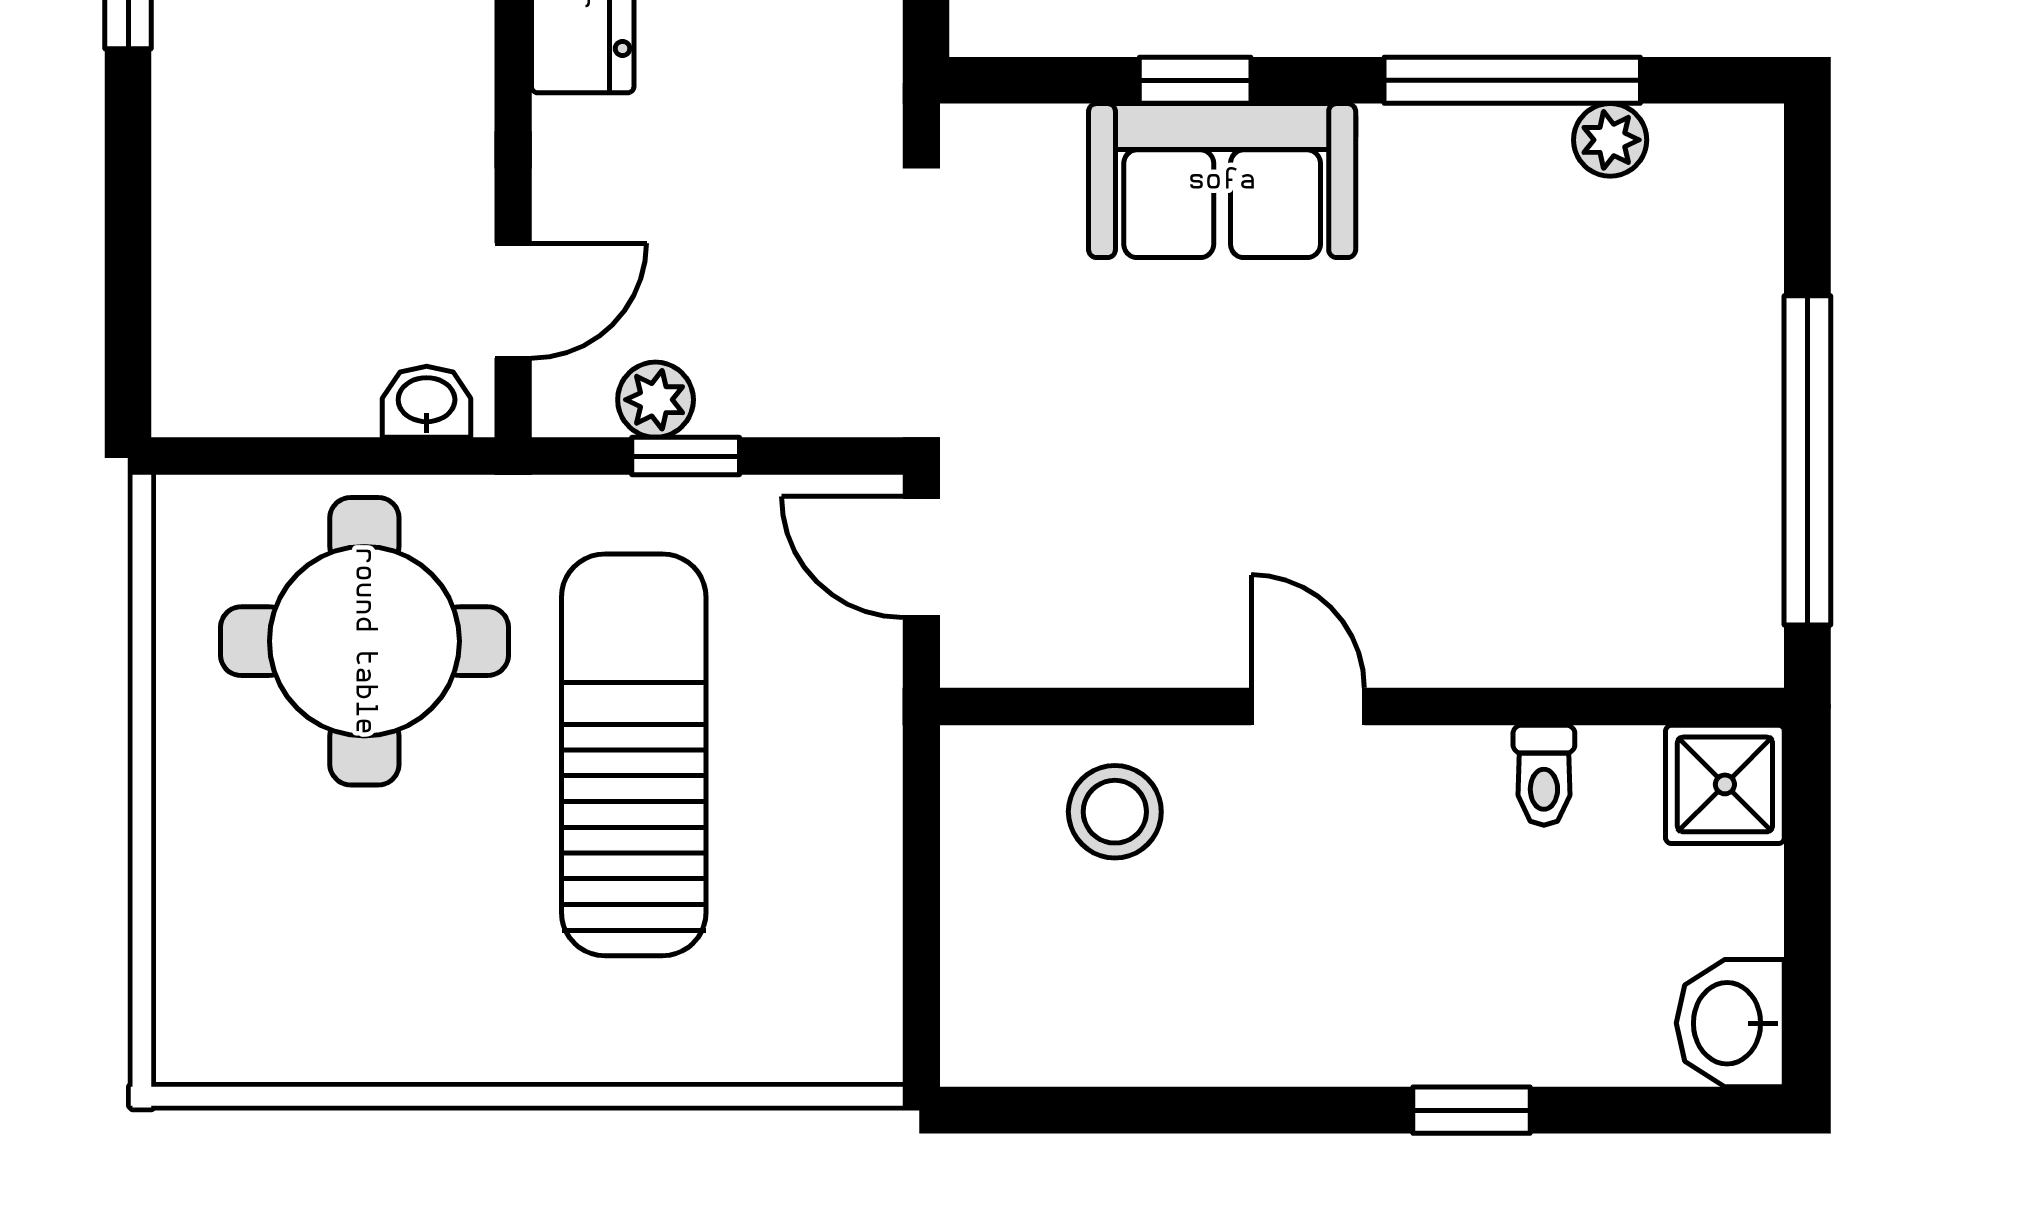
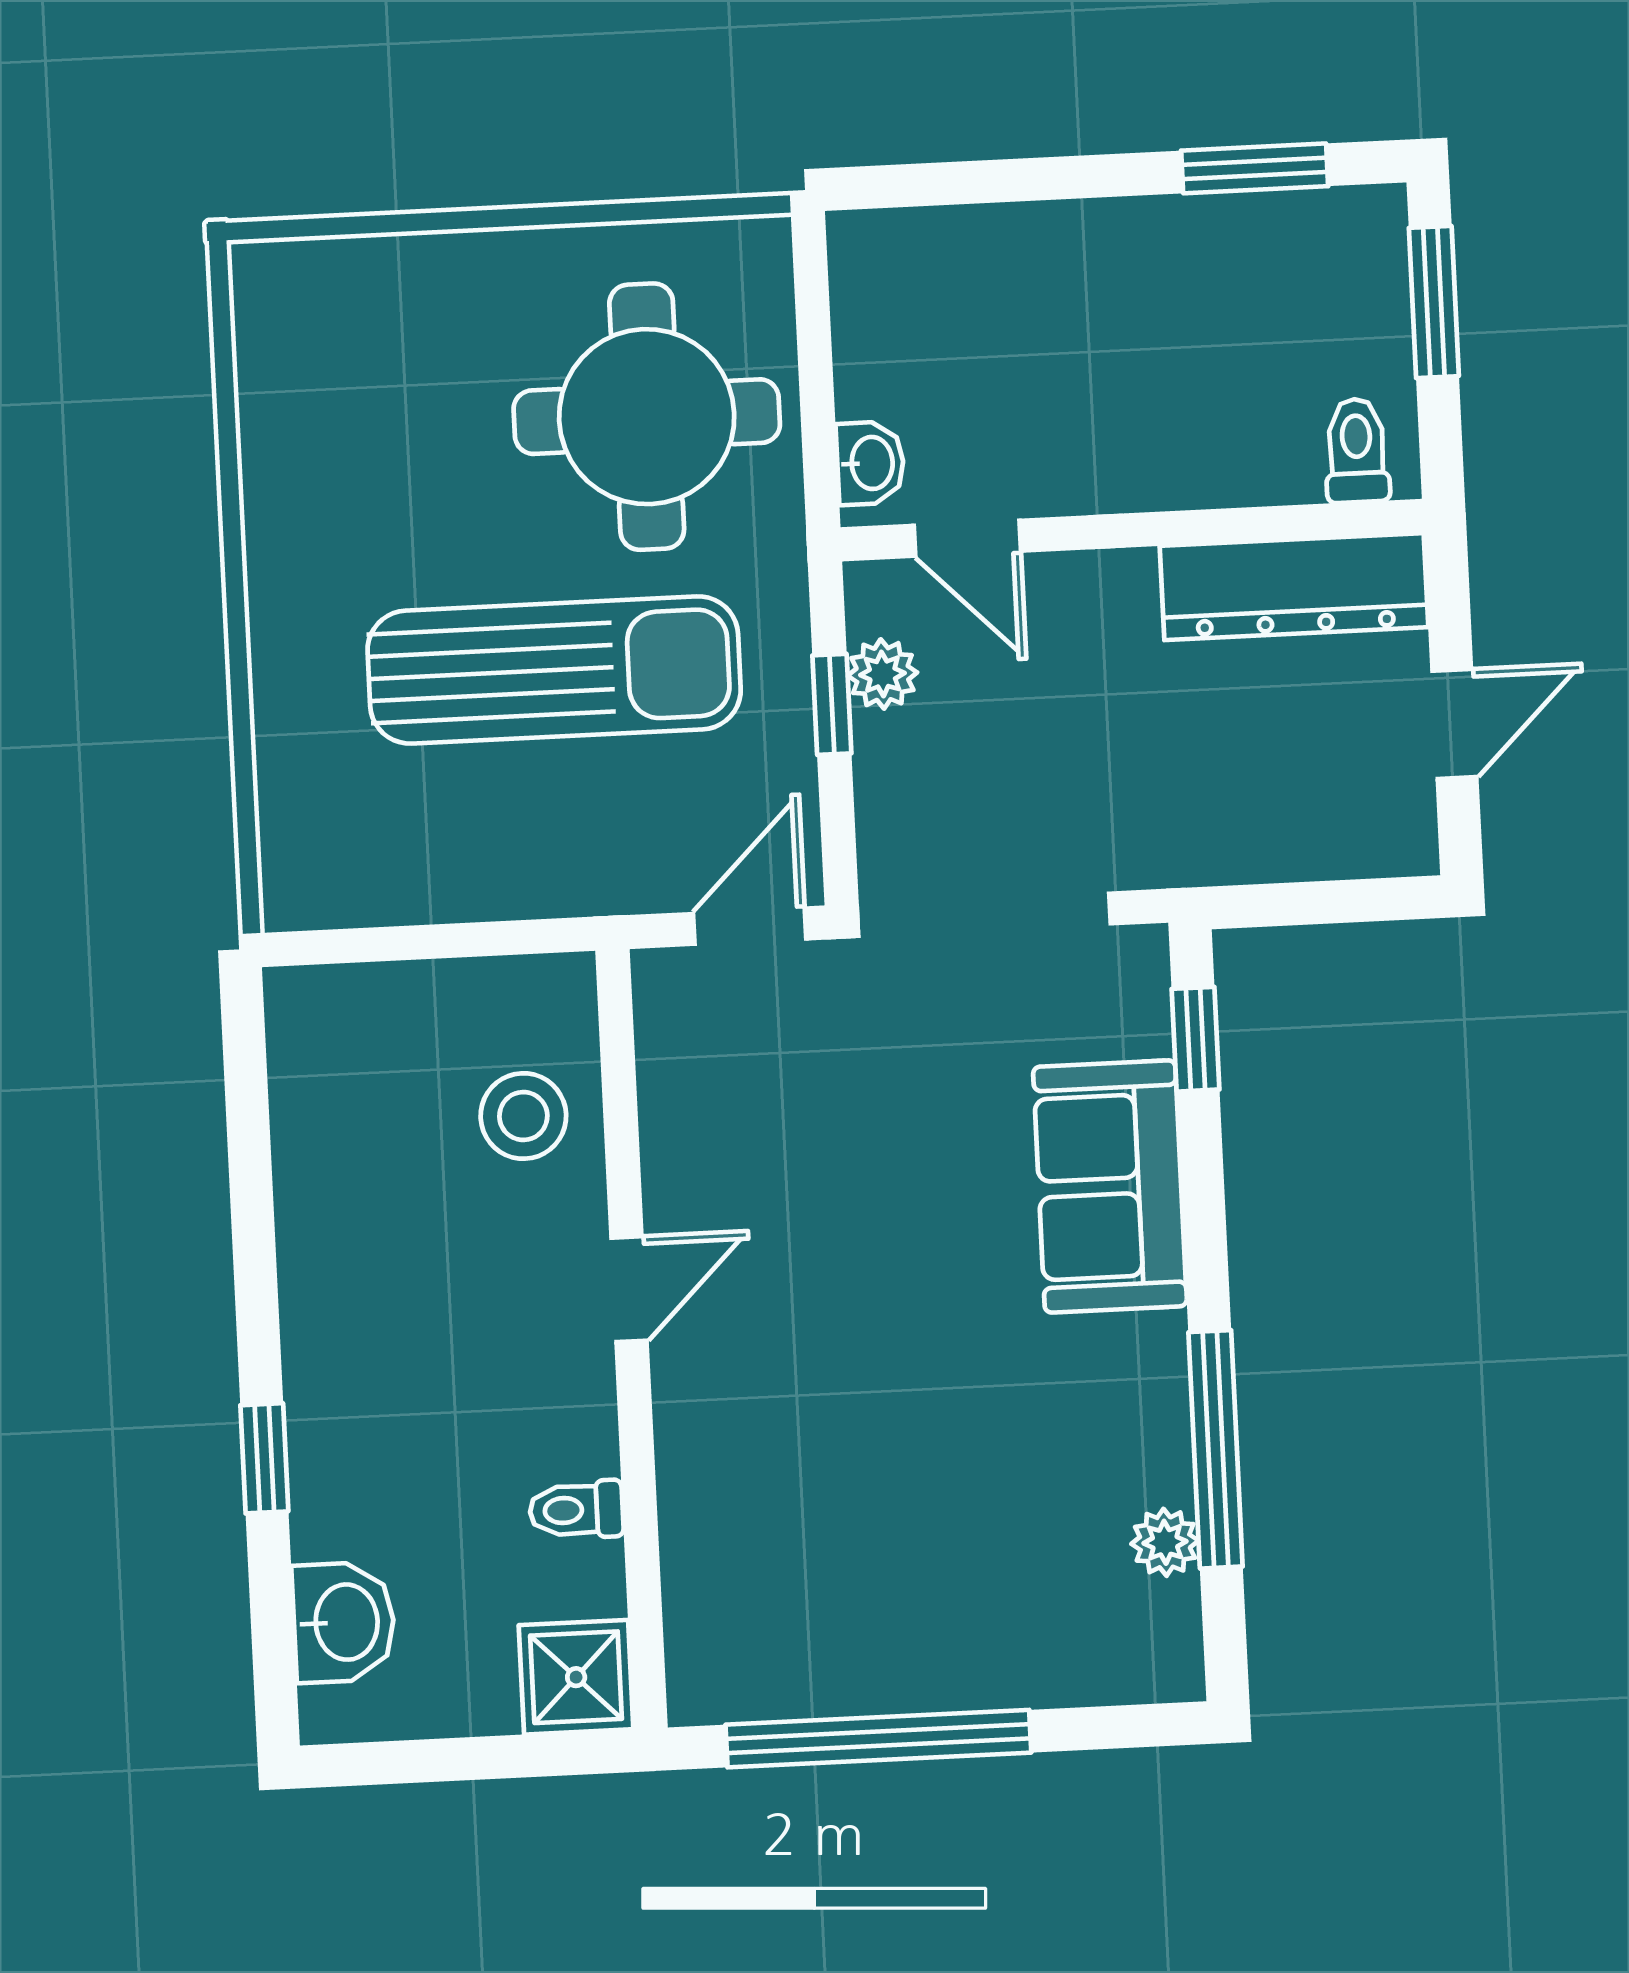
window: (1195, 80) -> (1196, 1039), moved
washbasin: (1730, 1023) -> (344, 1622), moved, turned 90

